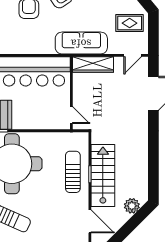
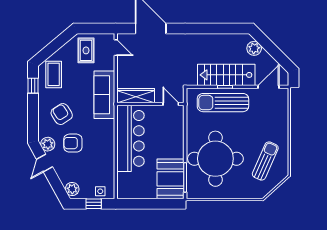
wardrobe: (93, 65) -> (136, 96), moved, turned -90
door: (71, 115) -> (171, 104), hinge flipped
sun lounger: (73, 172) -> (223, 103), width x1.36, depth x1.34

